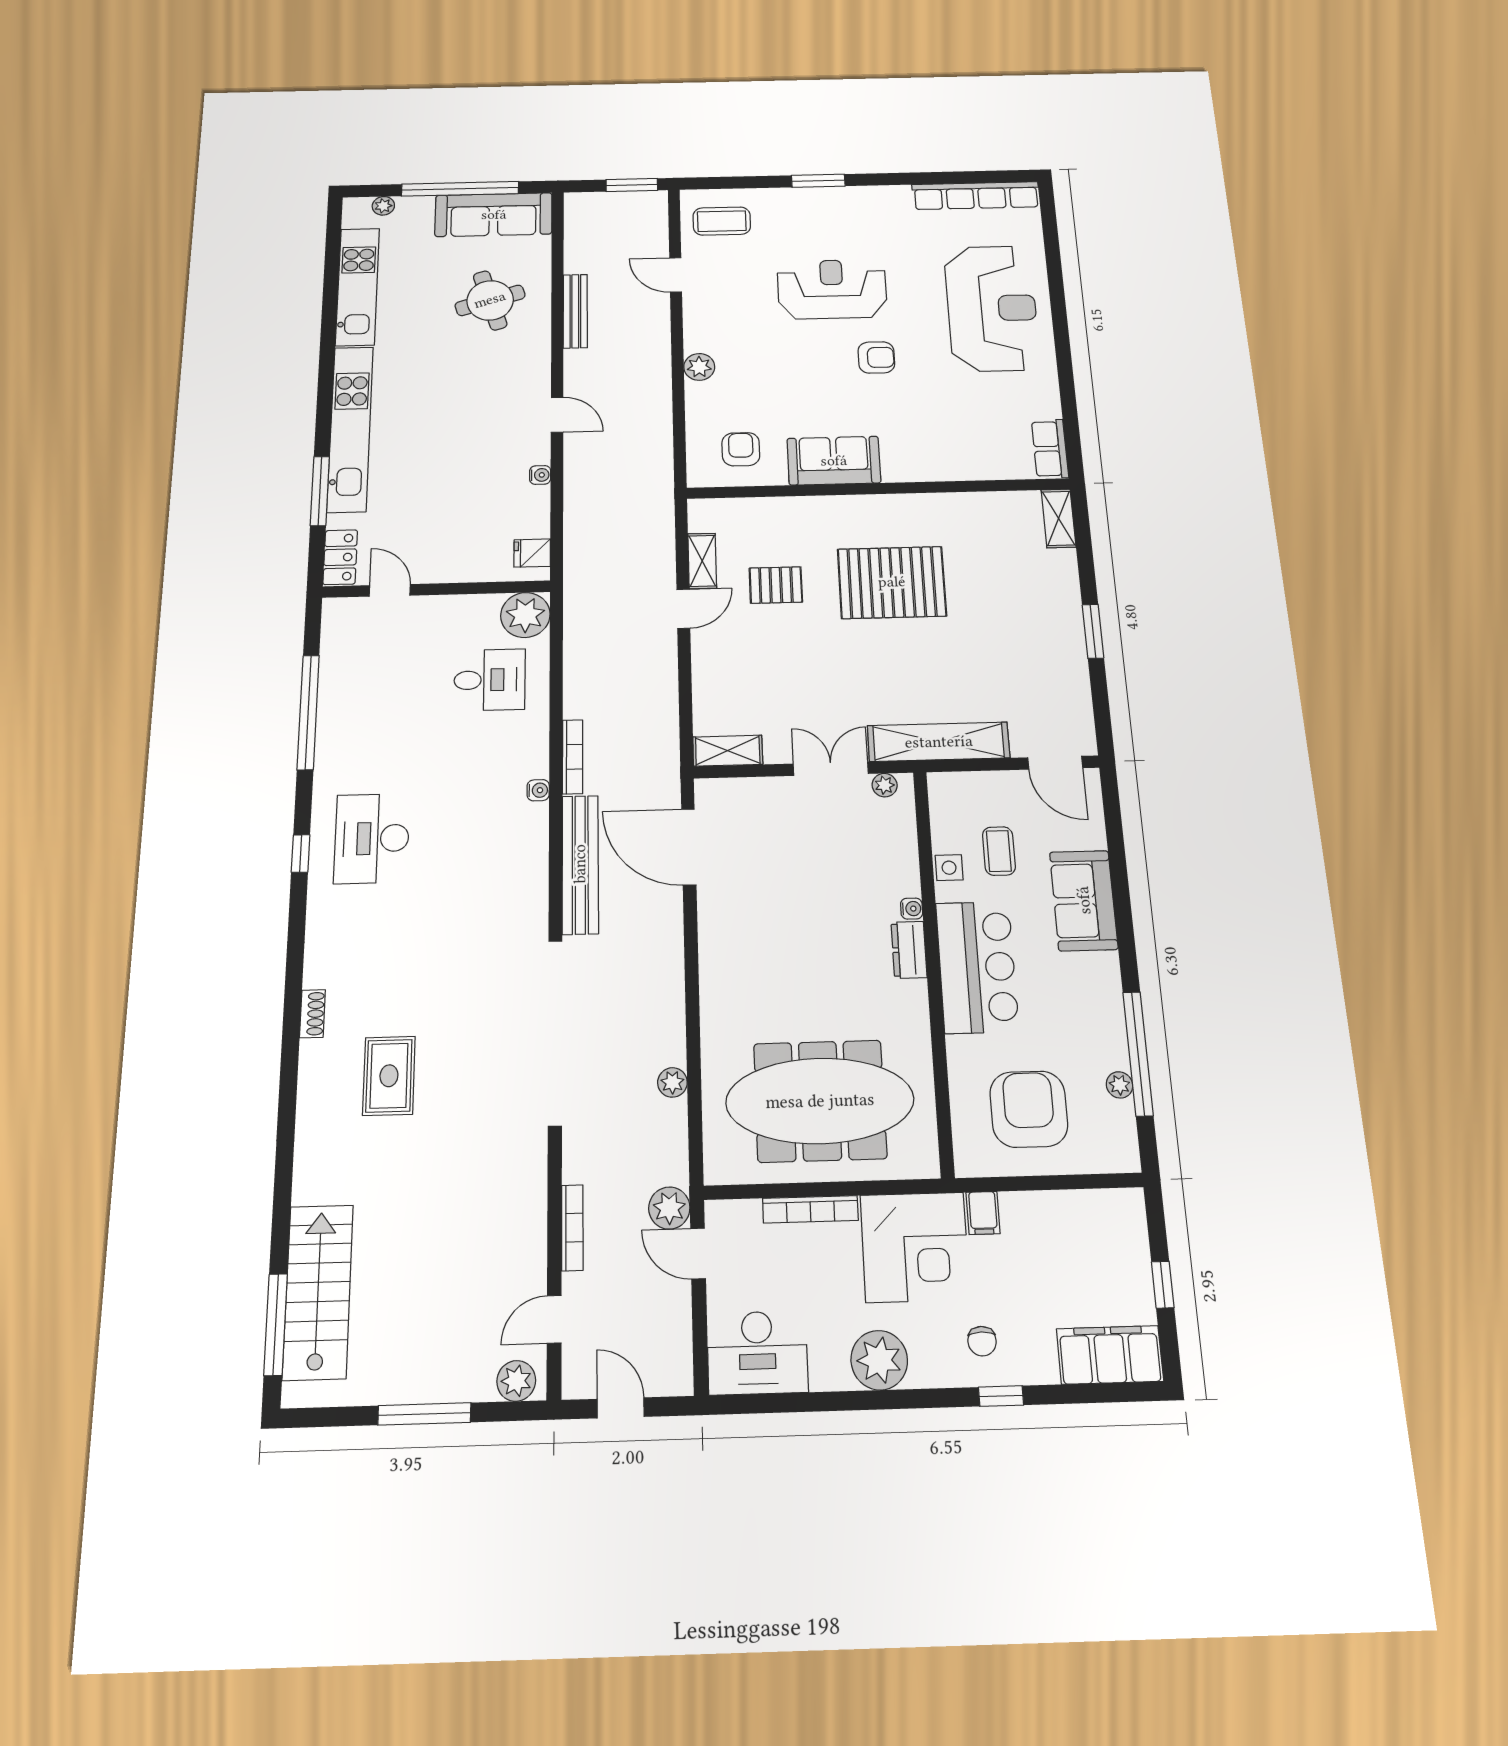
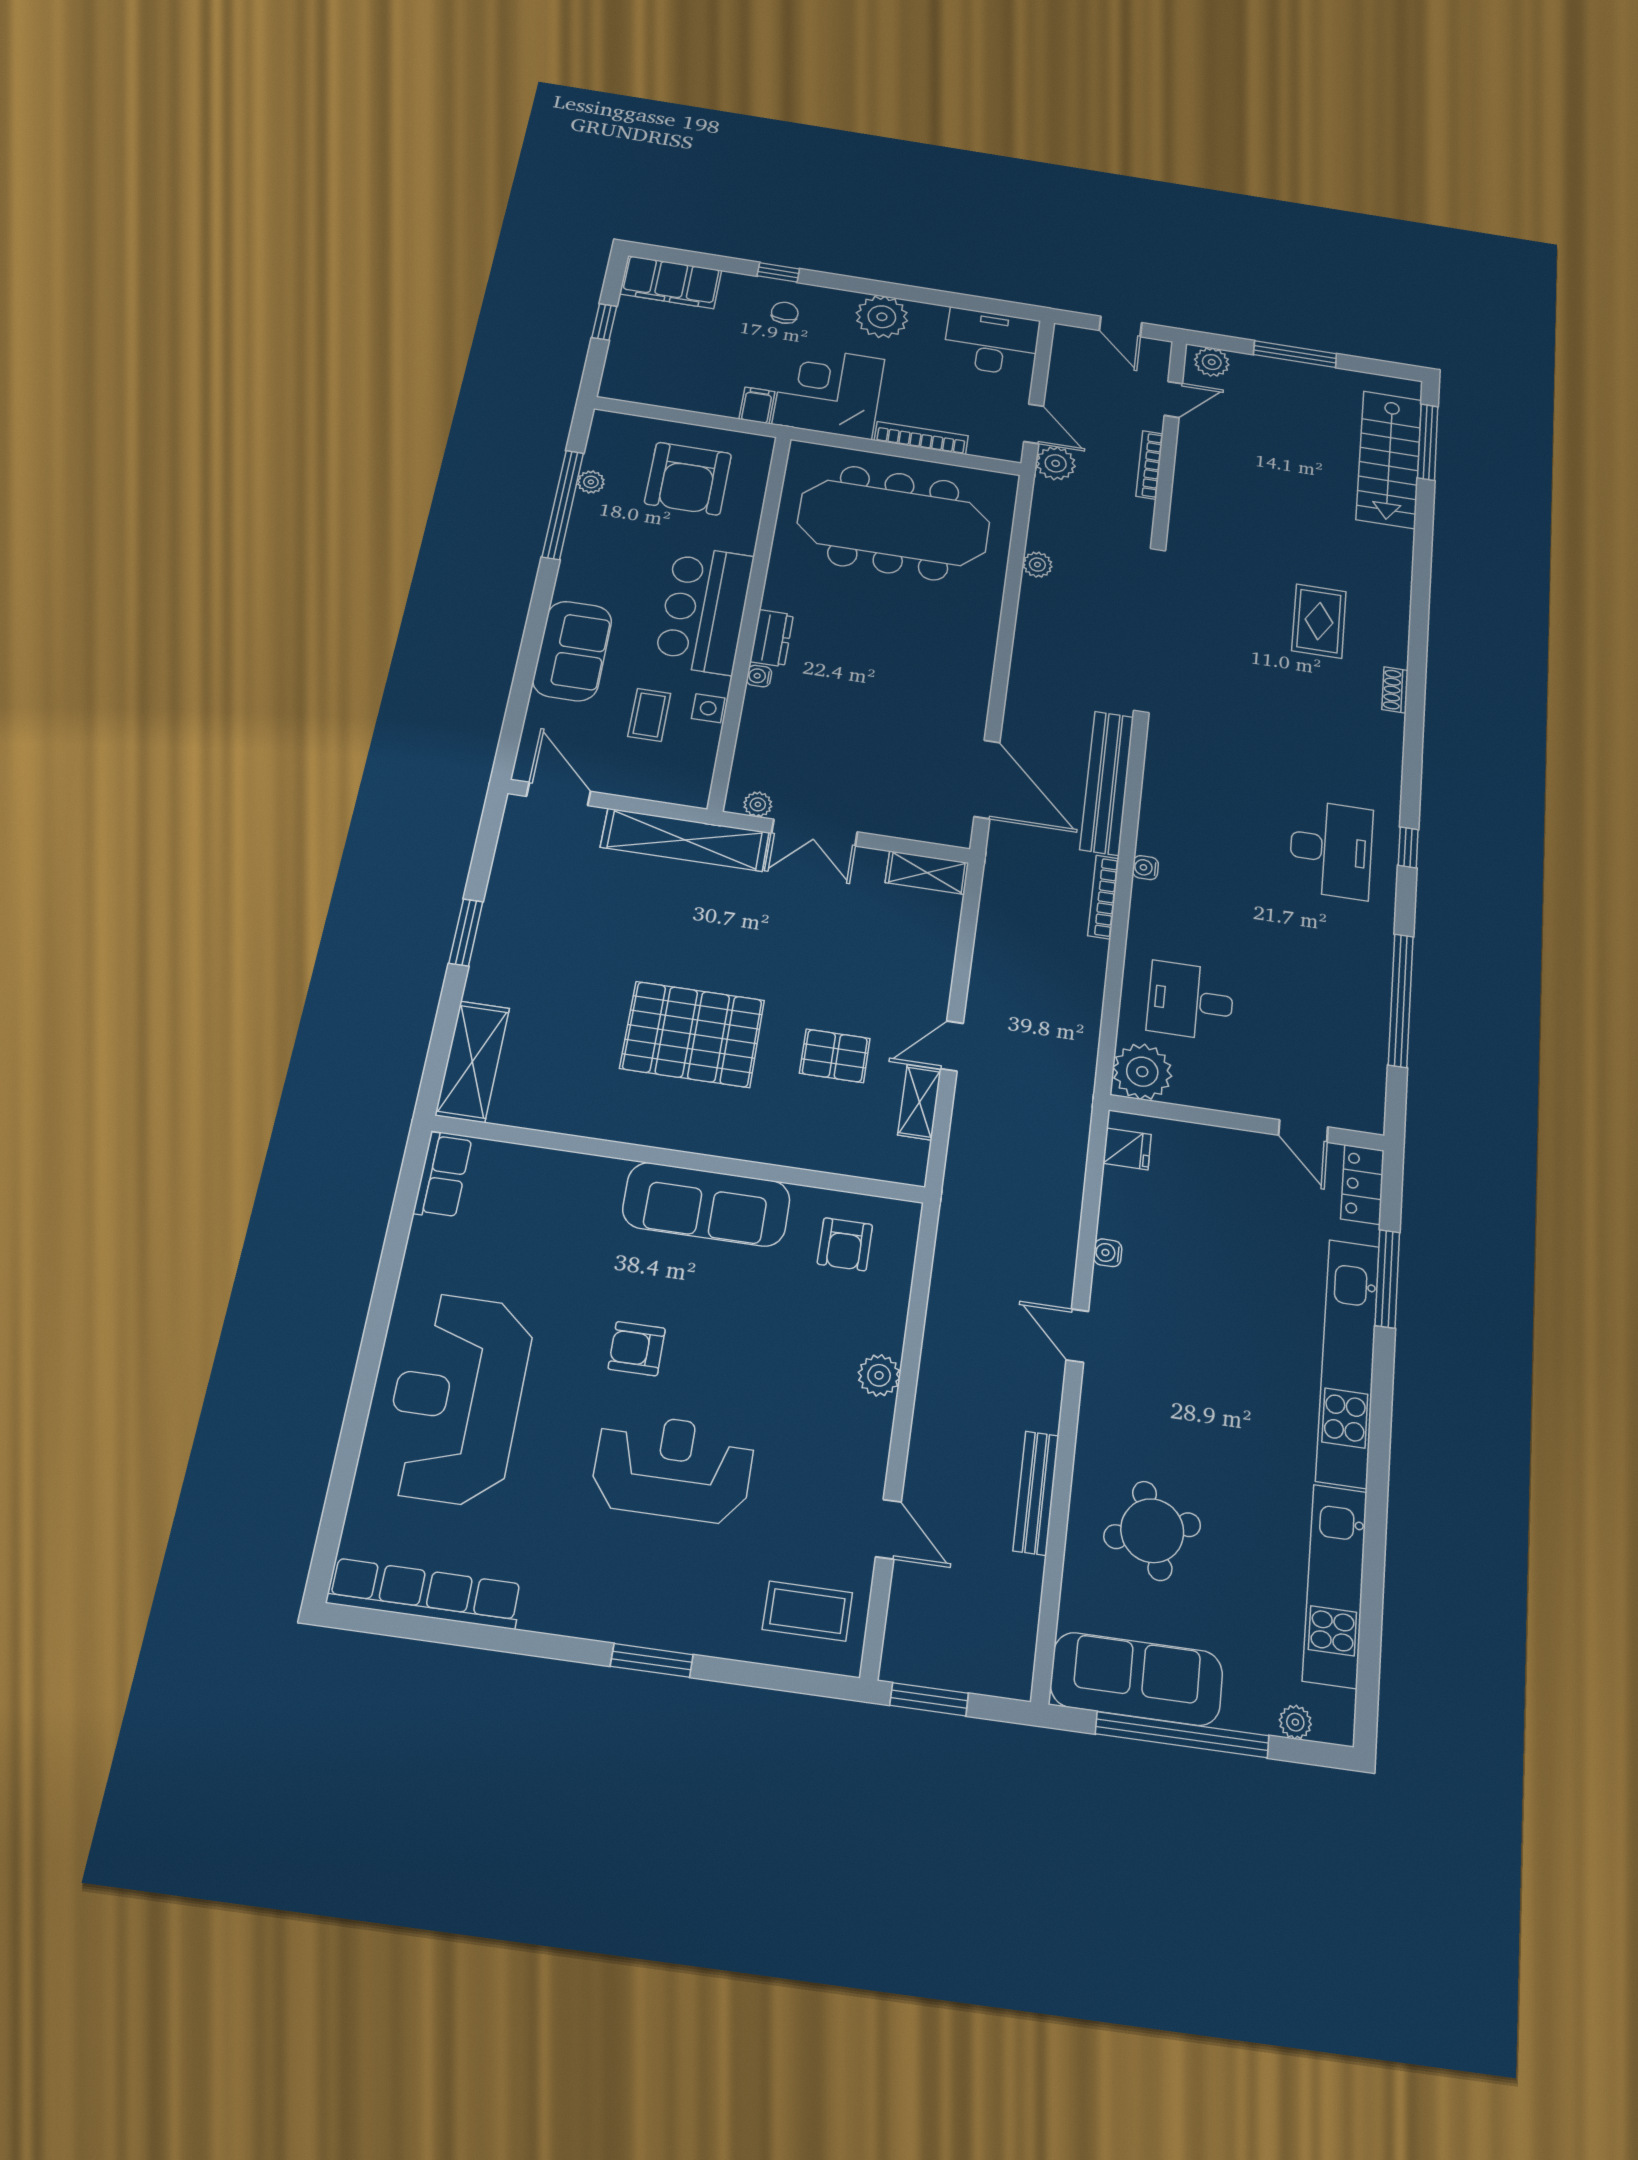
reception desk: (832, 289) -> (673, 1468), turned 180
sofa: (834, 461) -> (706, 1204), width x1.36
shelving: (1058, 518) -> (472, 1061), width x1.50, depth x1.33

